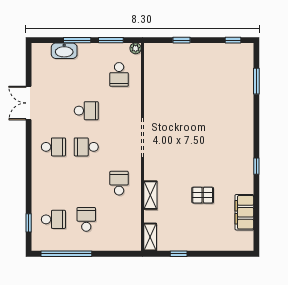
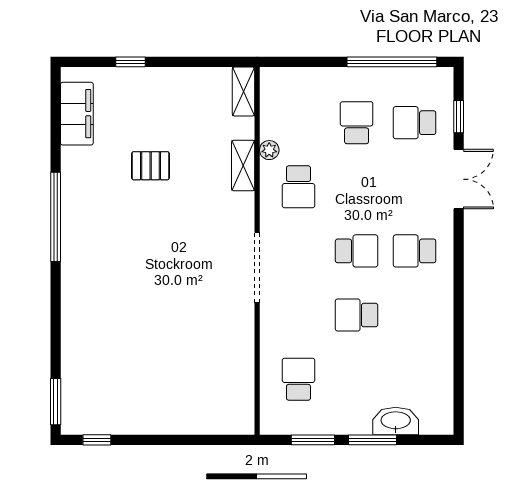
window: (182, 40) -> (188, 440), removed
plant: (136, 48) -> (269, 150), moved
window: (256, 81) -> (56, 402), moved
double door: (29, 103) -> (459, 179), moved
window: (256, 166) -> (56, 217), width x3.17
filing cabinet: (244, 212) -> (77, 114), moved
school desk: (86, 219) -> (357, 123), turned 180
window: (179, 254) -> (131, 62), moved

